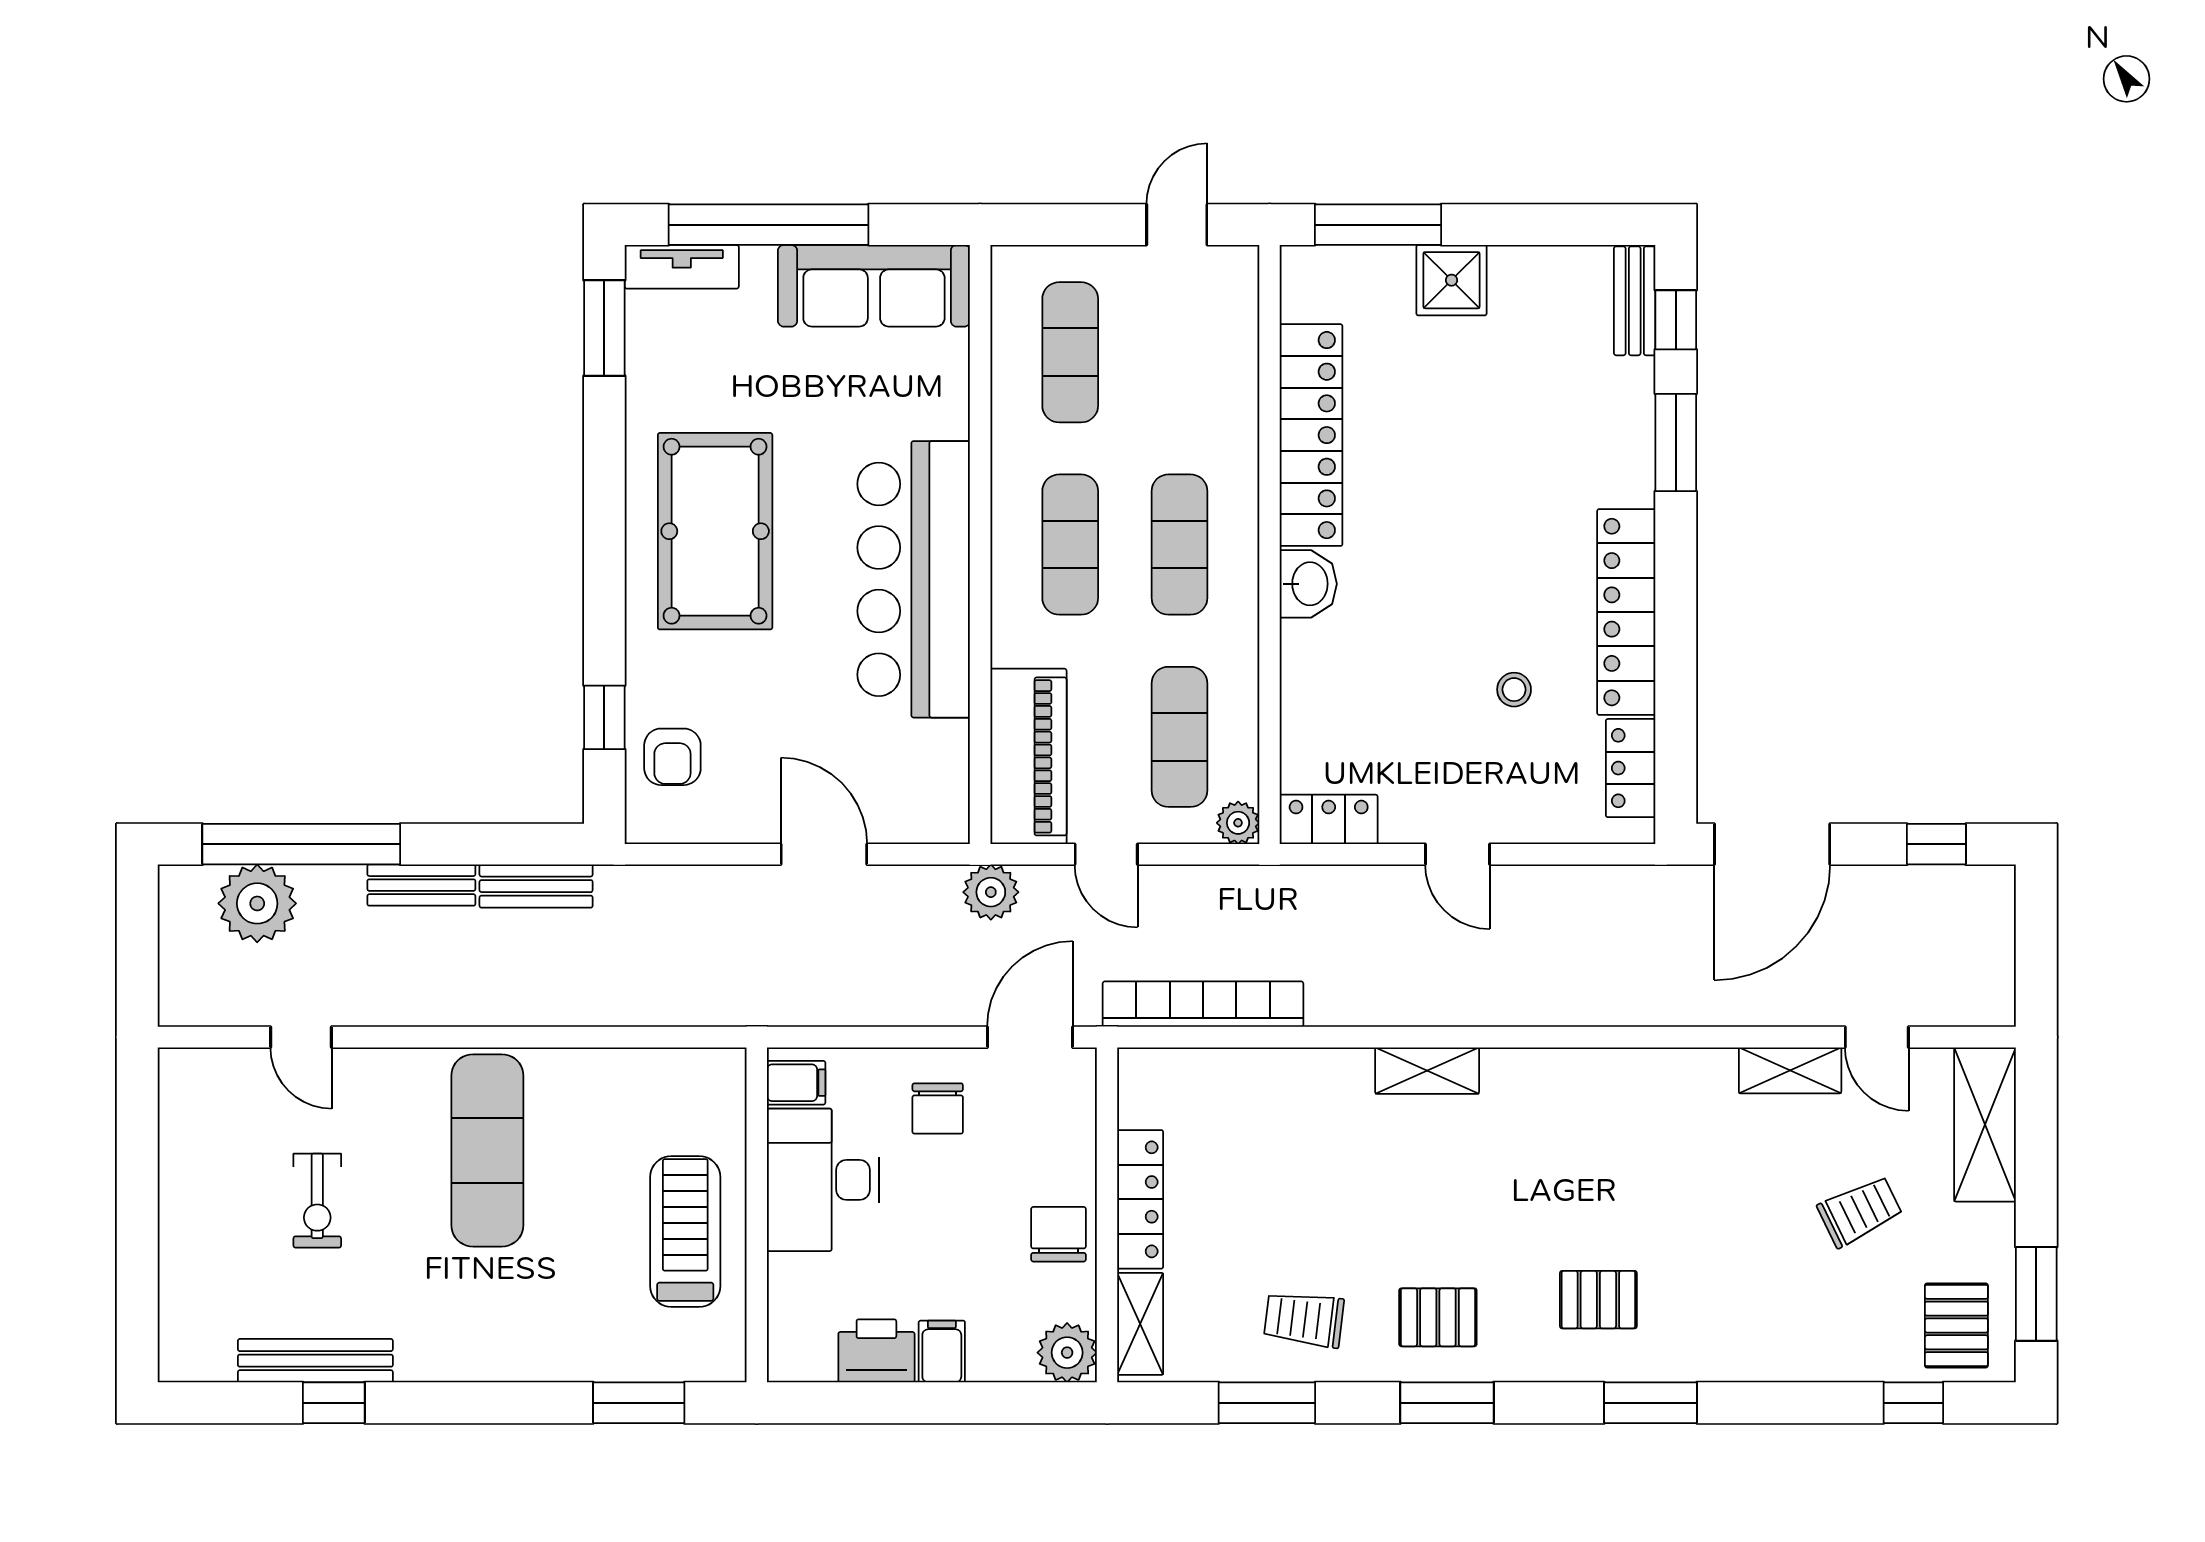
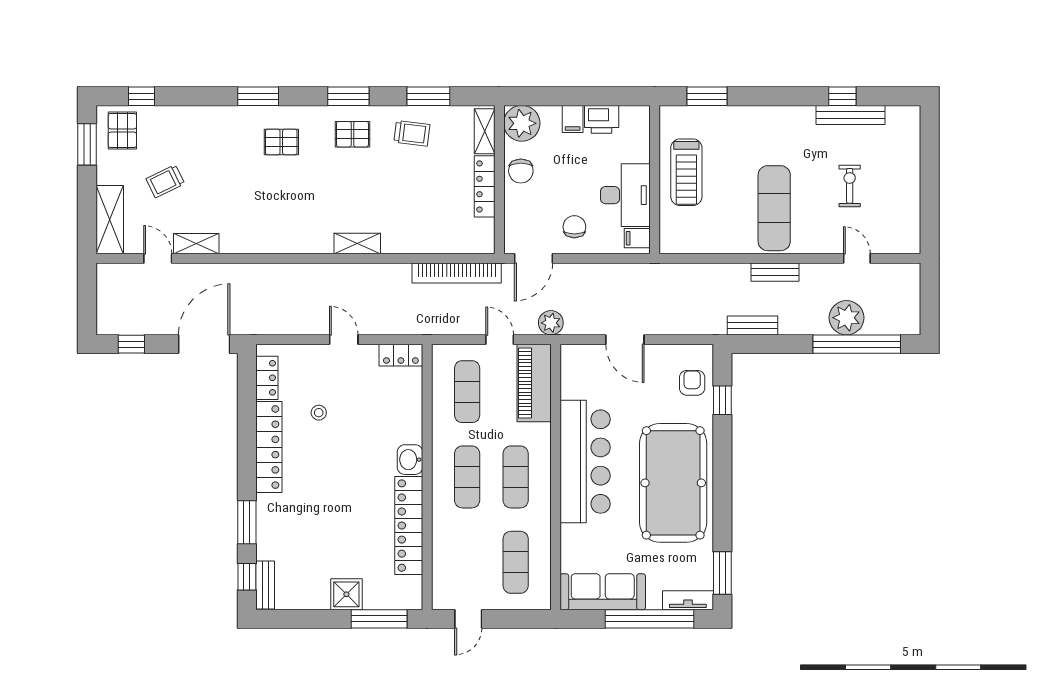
pool table: (715, 531) -> (673, 483), width x1.36, depth x1.32
plant: (1238, 823) -> (441, 354), removed
bench: (421, 885) -> (775, 272), moved
plant: (257, 903) -> (847, 318), moved
plant: (1067, 1353) -> (522, 123), width x1.36, depth x1.36

